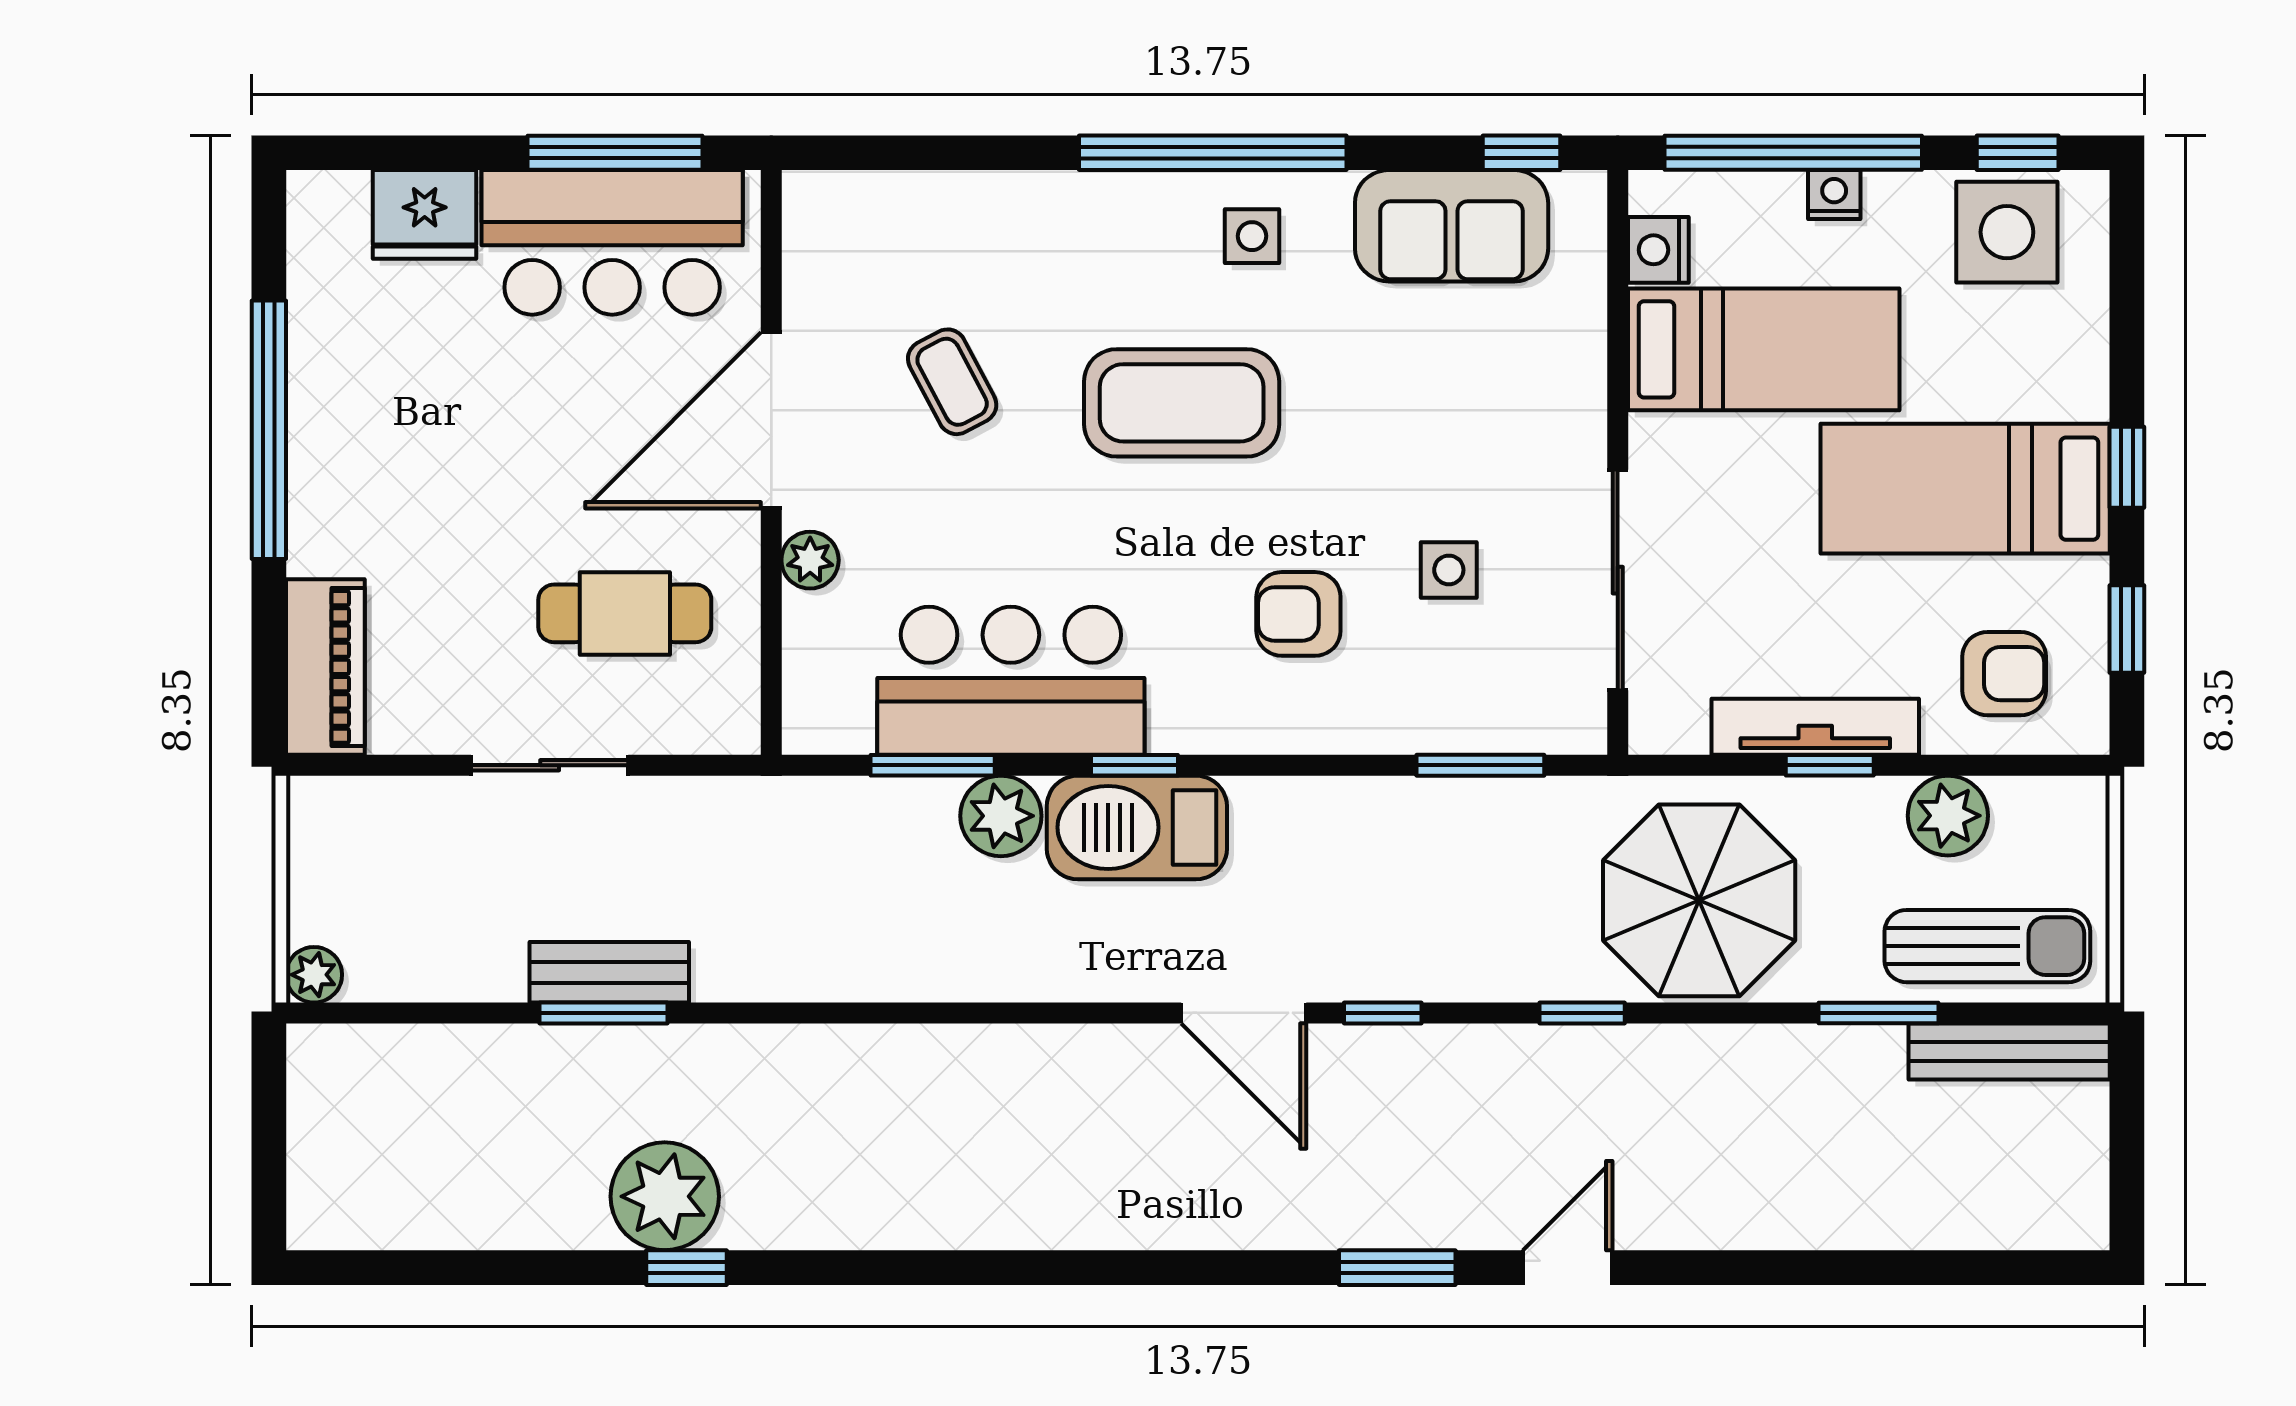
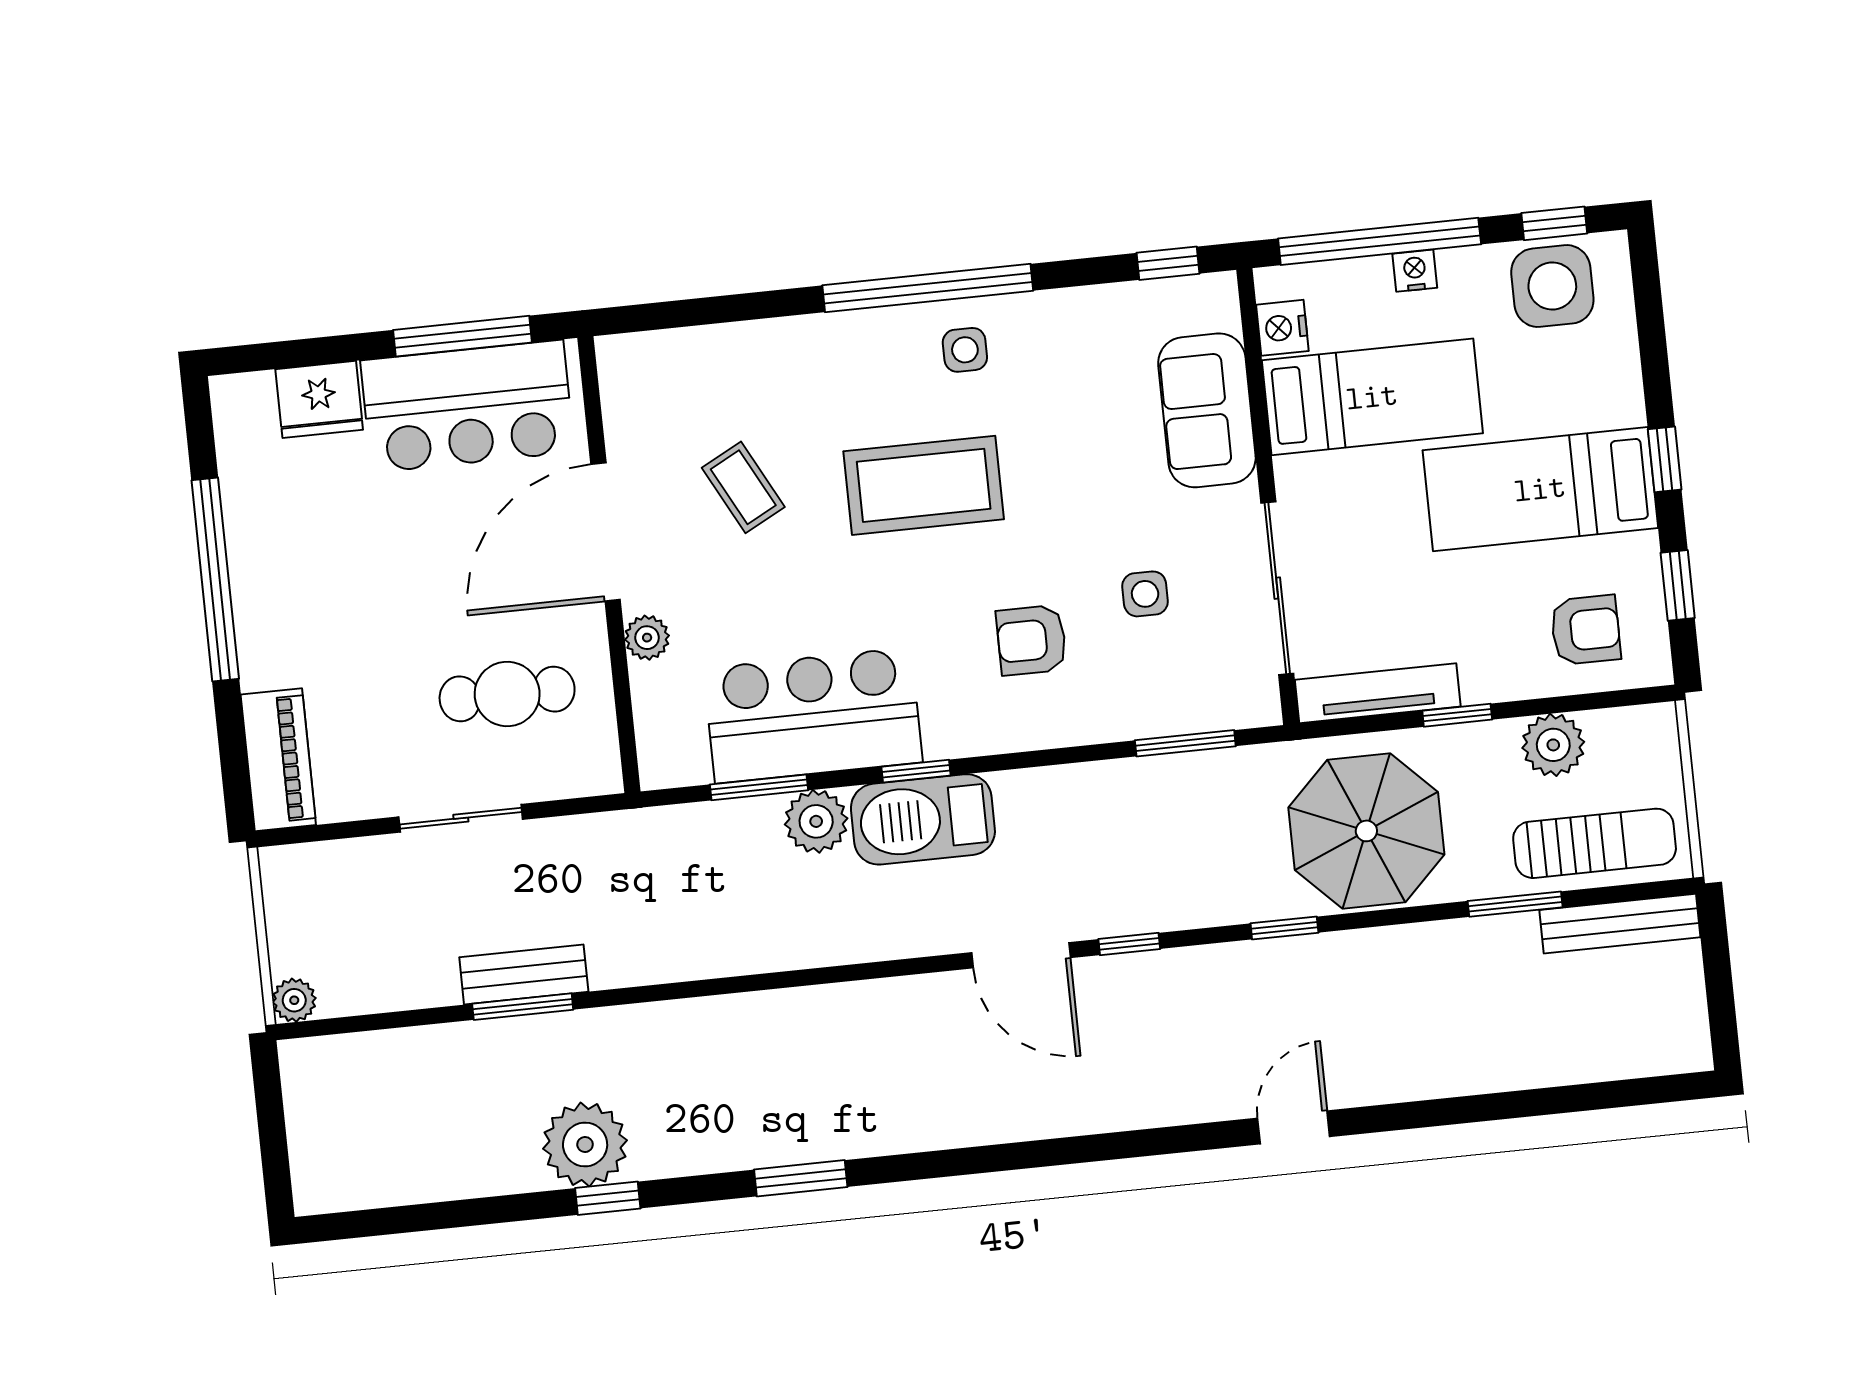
sofa: (1452, 226) -> (1207, 410), moved, turned 90
tv unit: (1815, 727) -> (1378, 693), moved
window: (1397, 1268) -> (801, 1178), moved

